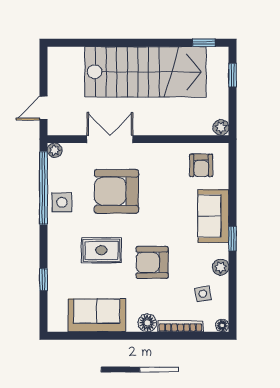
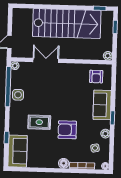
armchair: (116, 191) -> (49, 90), removed
sofa: (97, 315) -> (18, 151), moved, turned 90

